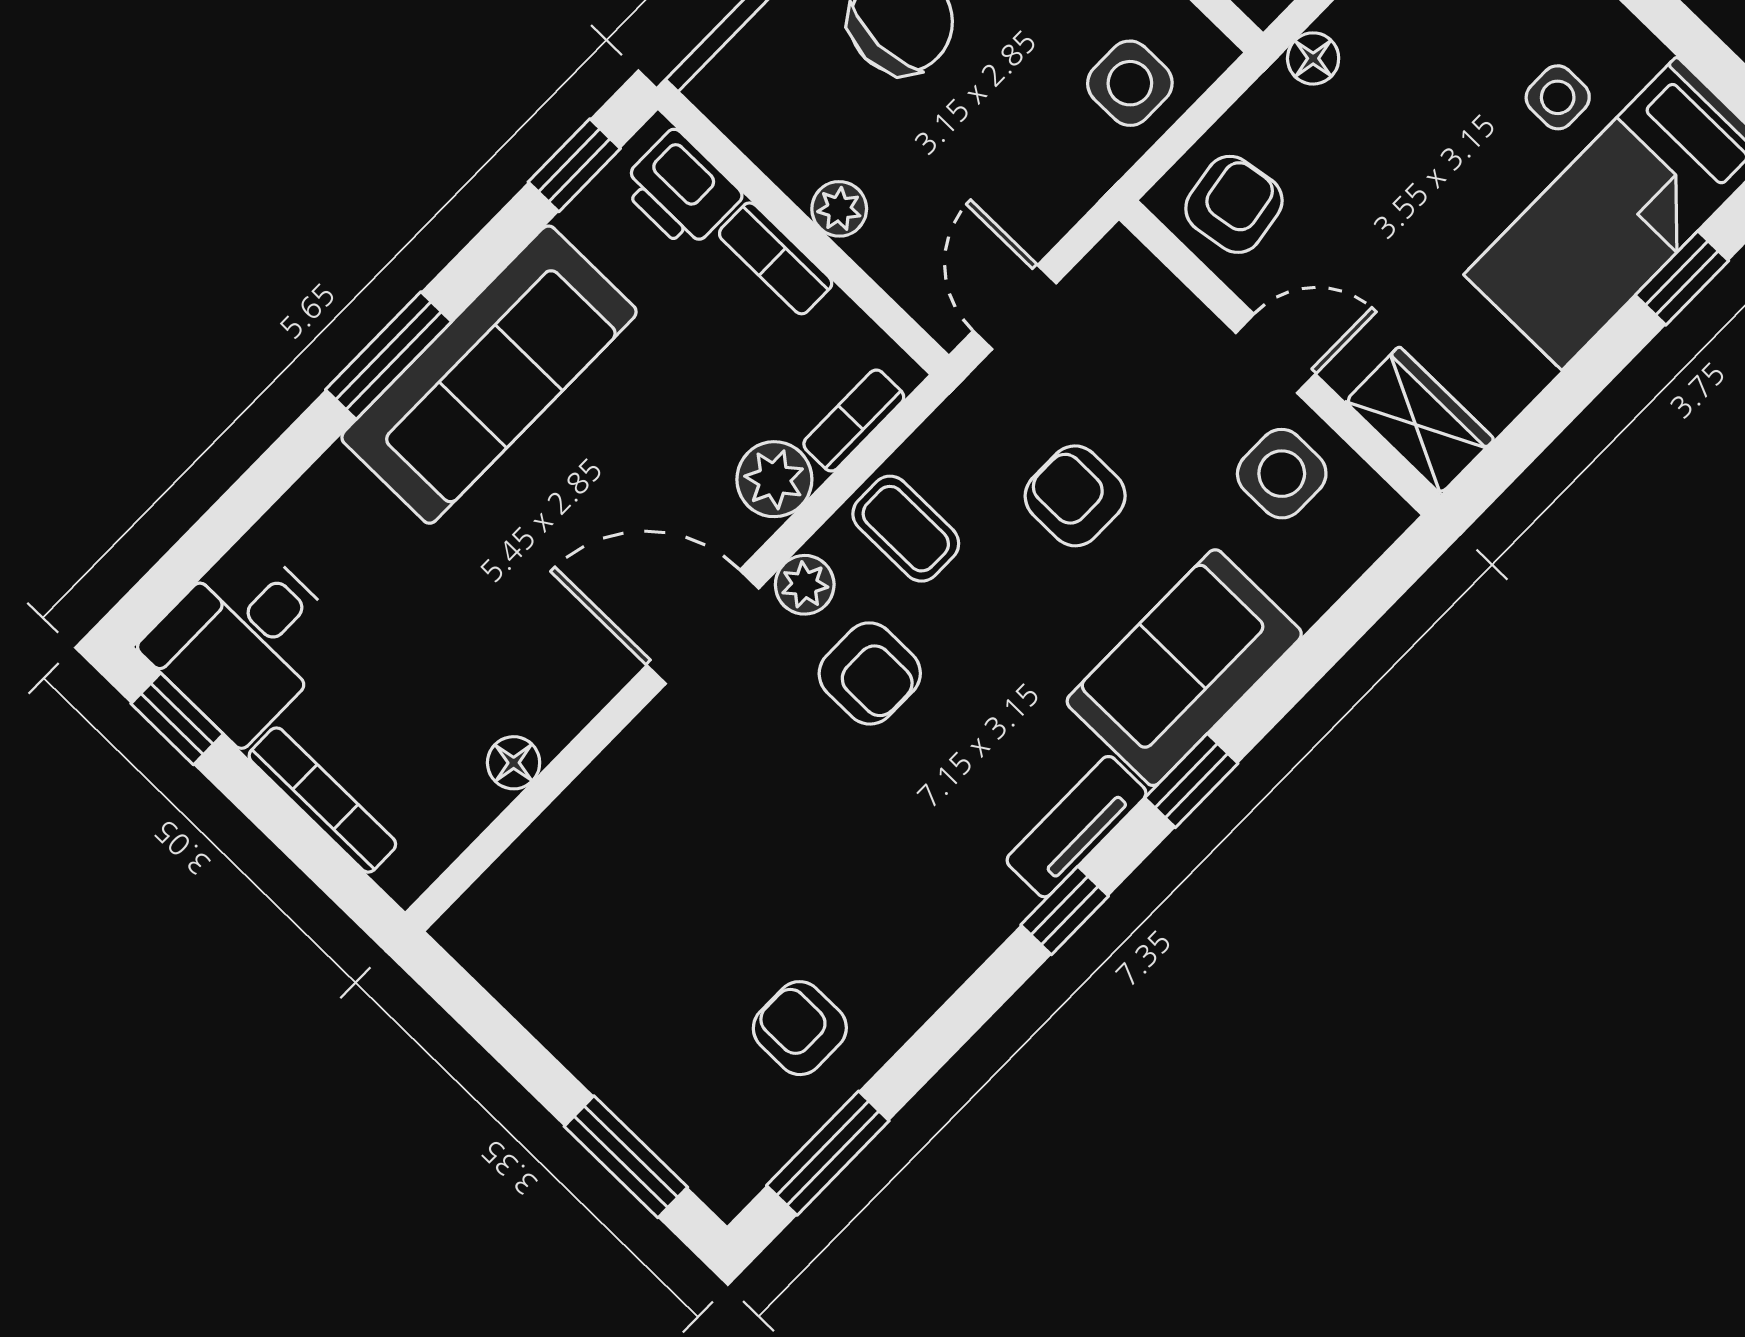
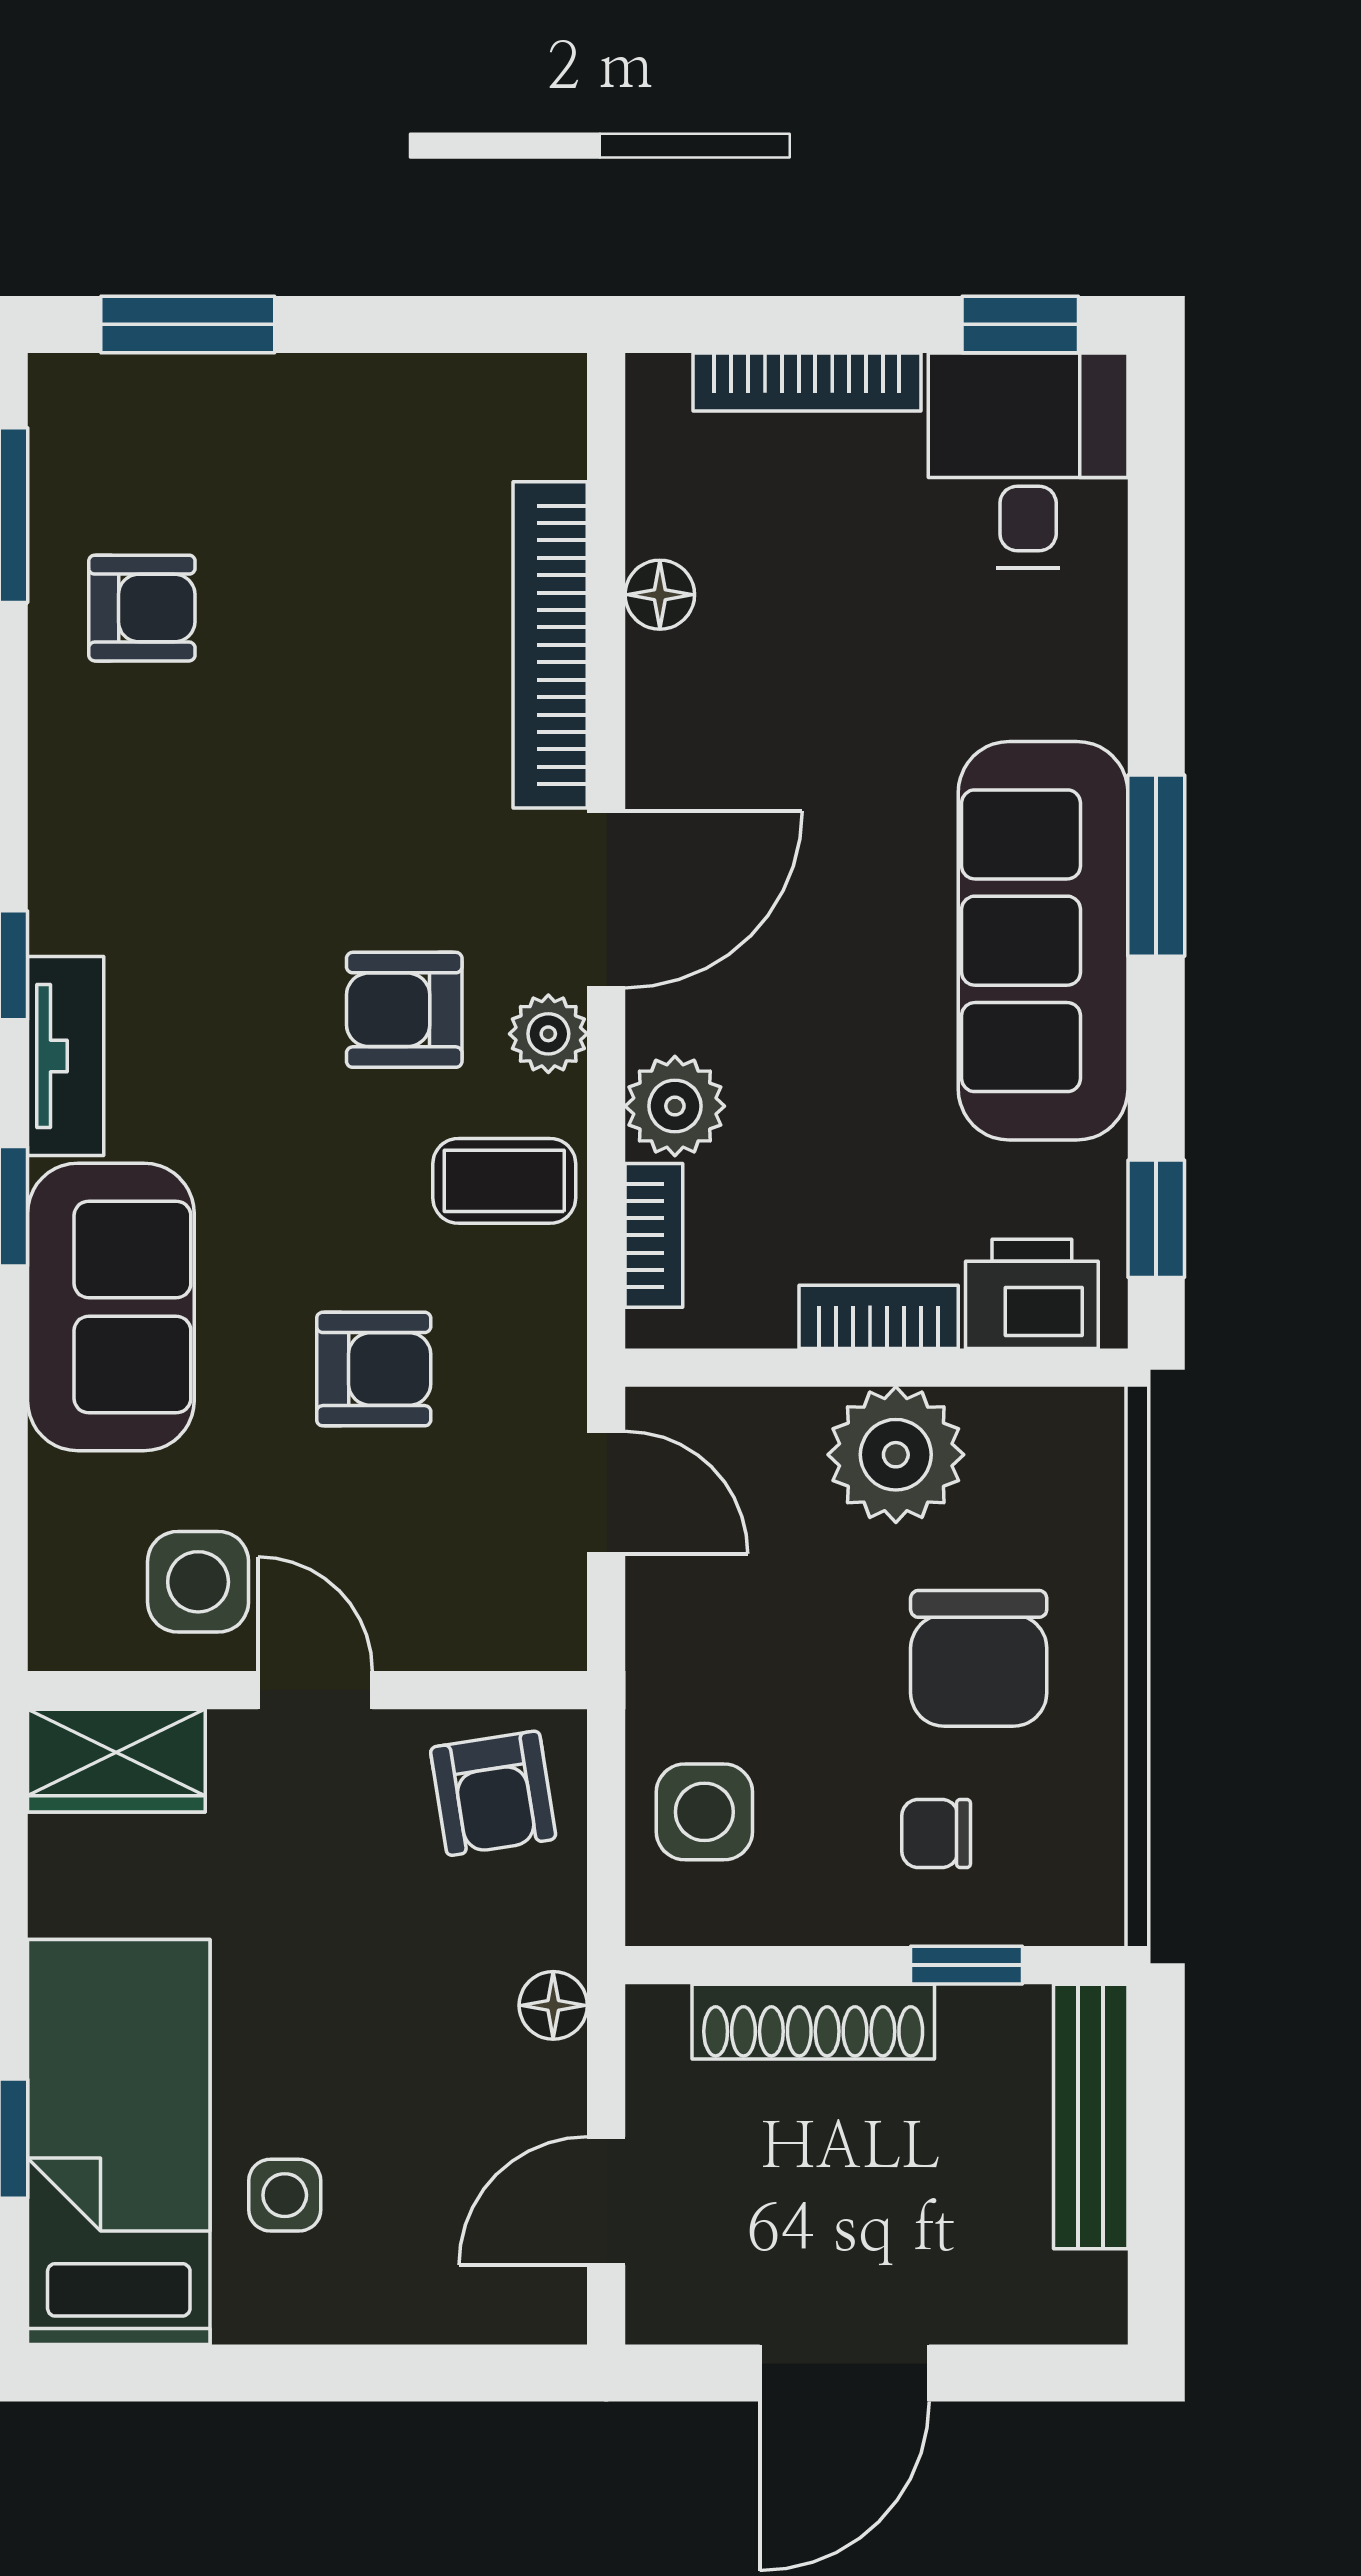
plant: (839, 209) -> (896, 1455), width x1.88, depth x1.88
door: (1276, 354) -> (315, 1690), swing flipped
bookcase: (599, 793) -> (550, 645), added

